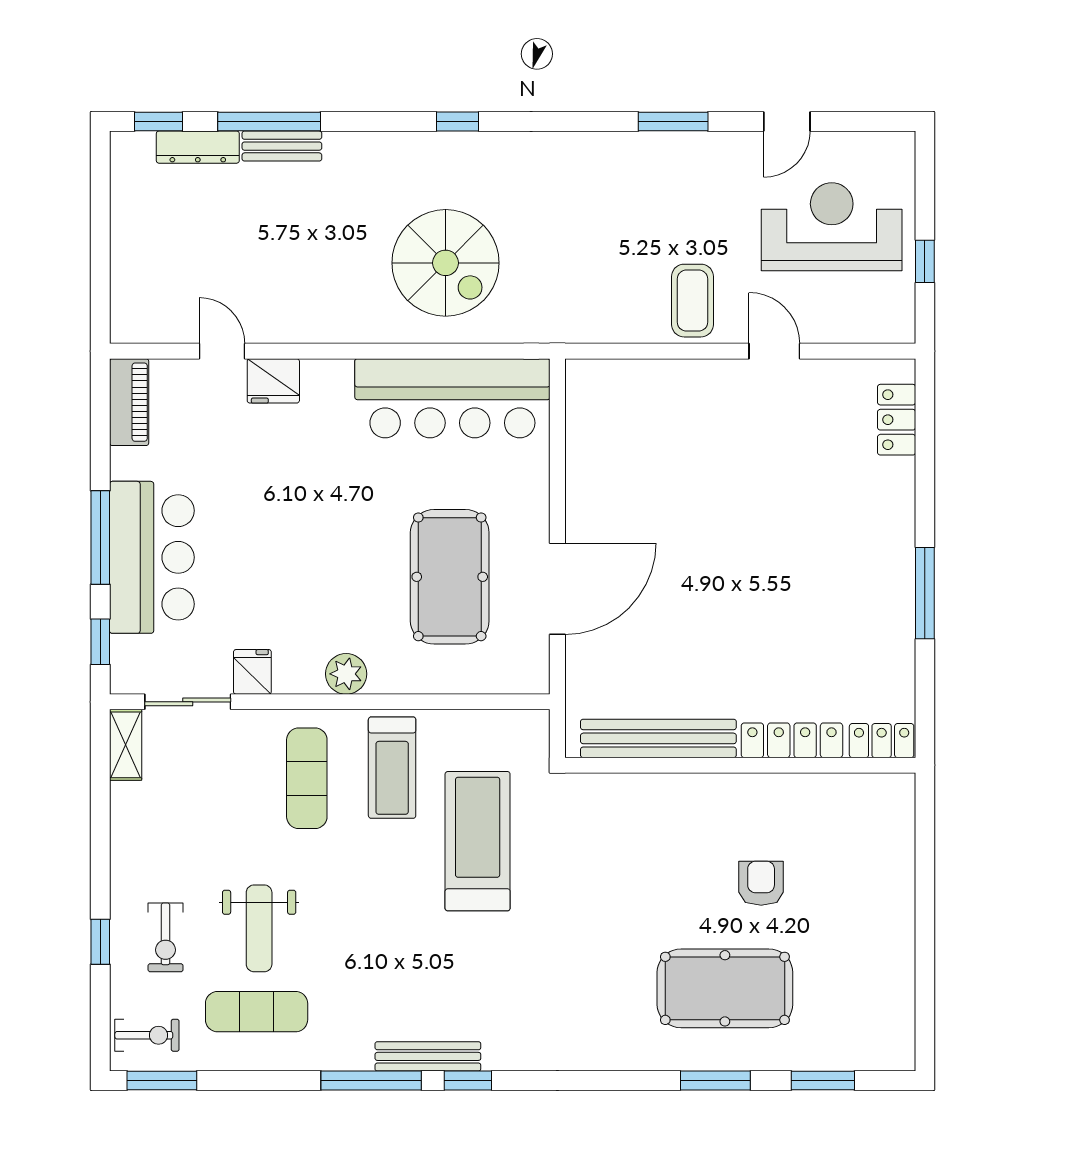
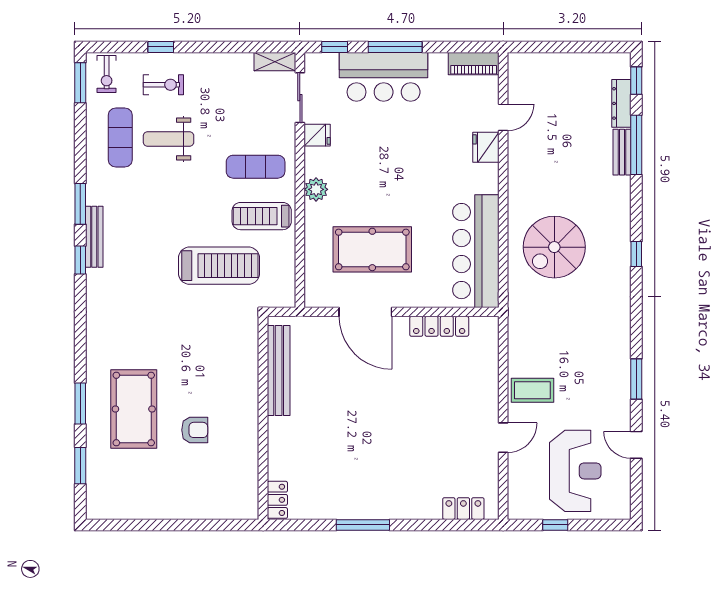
locker: (792, 740) -> (439, 326), moved, turned 90
exercise bike: (166, 937) -> (163, 85), turned 180
window: (371, 1081) -> (80, 204), width x0.69

